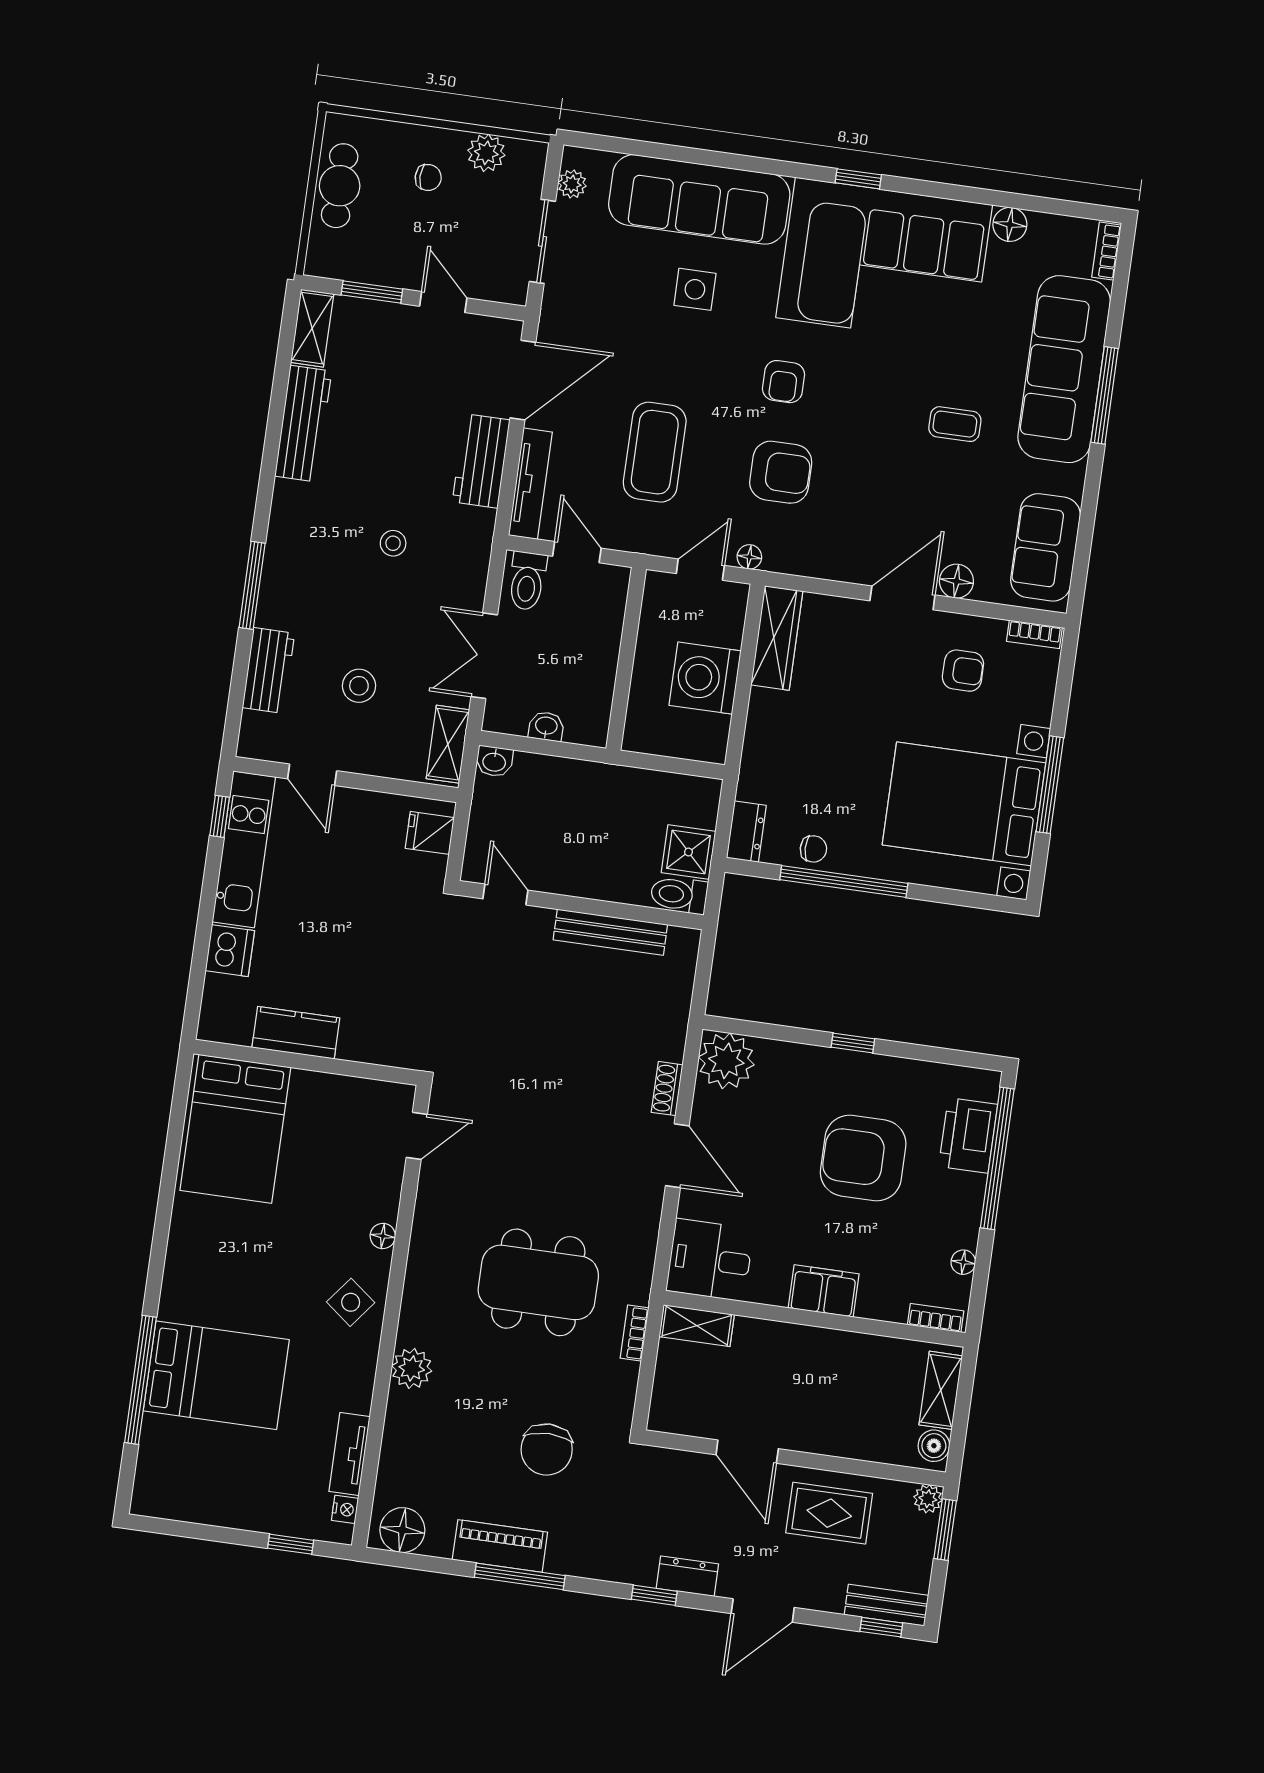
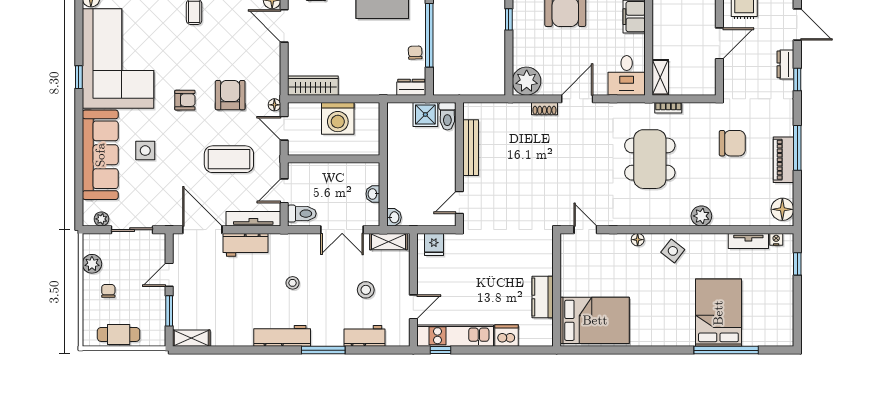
workbench: (303, 424) -> (282, 336), moved

